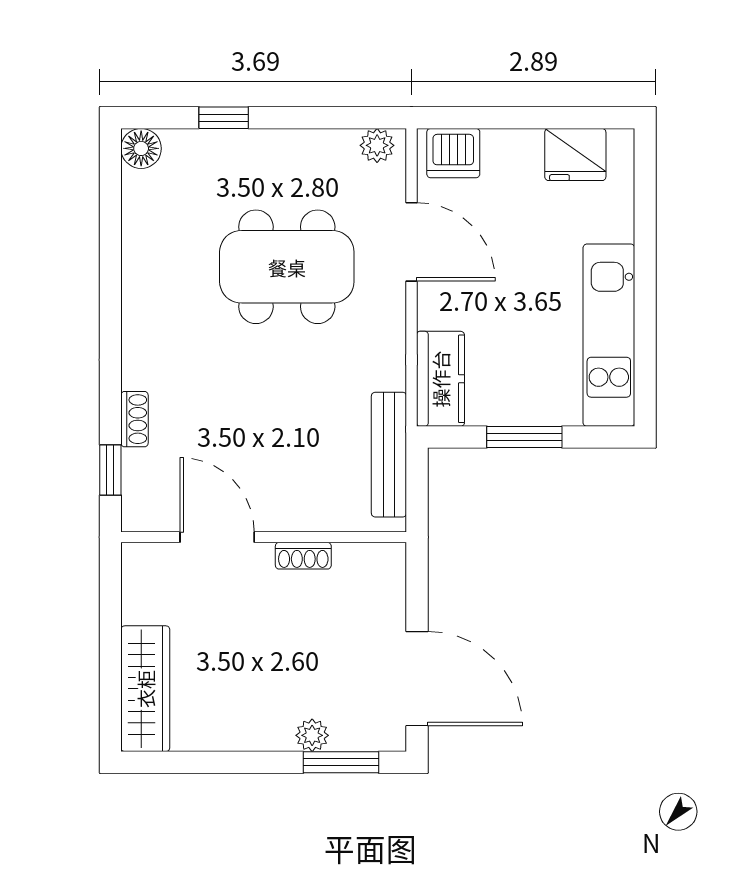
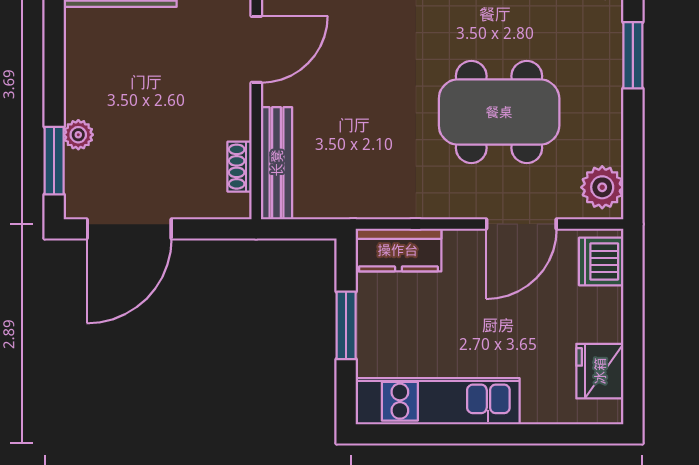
window: (224, 118) -> (633, 55), width x1.50
plant: (377, 145) -> (602, 187), width x1.38, depth x1.38
dining table: (287, 267) -> (499, 112), turned 90
bench: (389, 455) -> (277, 163), moved, turned 90
shoe rack: (303, 556) -> (240, 167), moved

